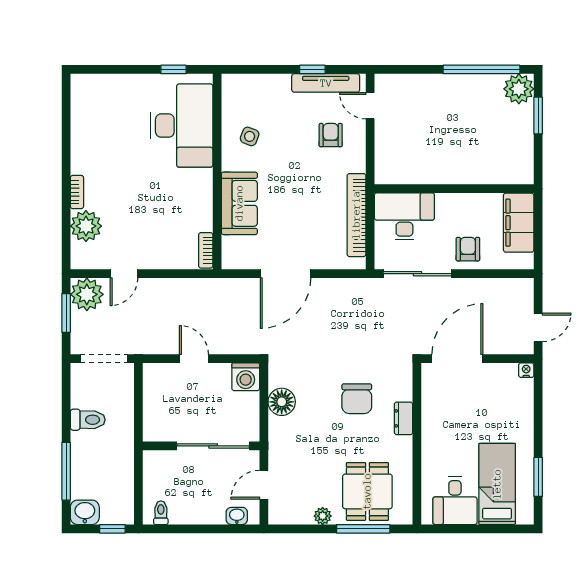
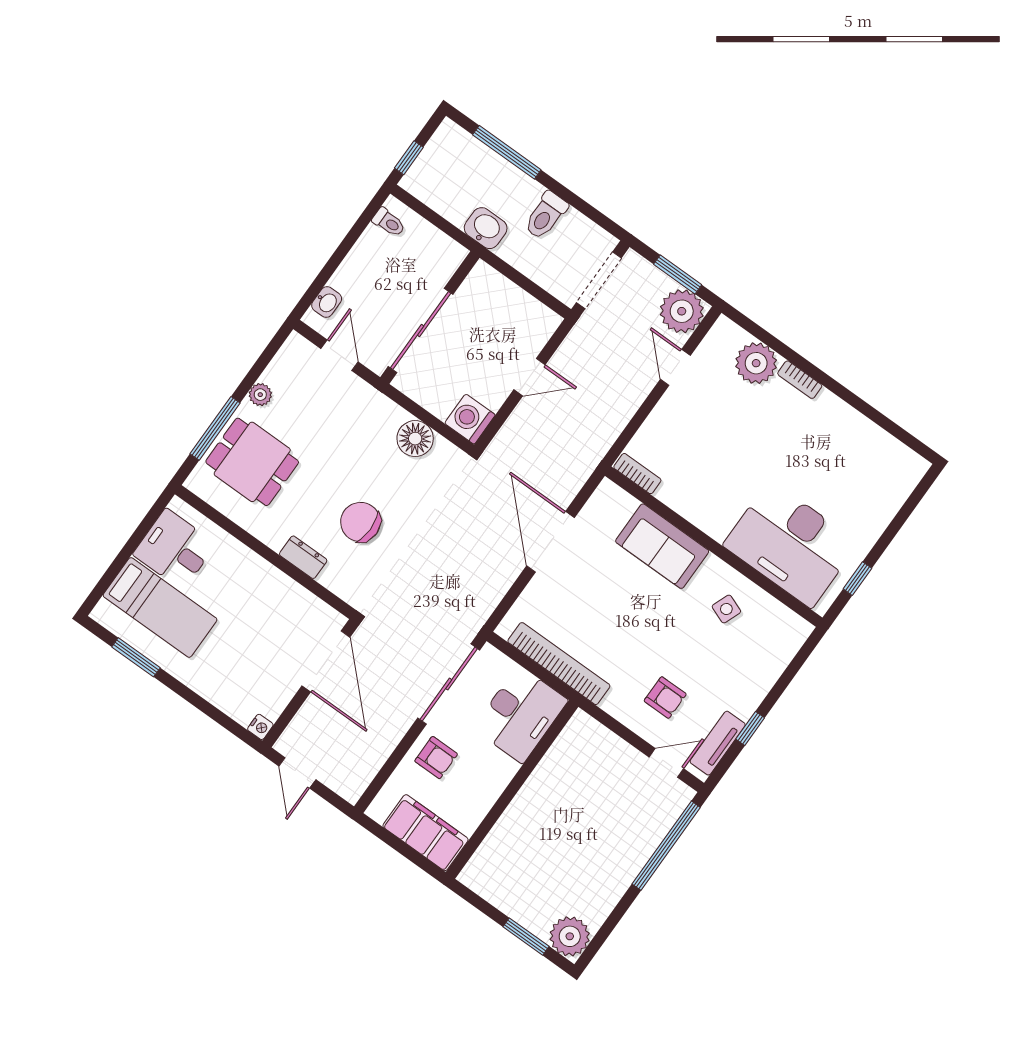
window: (481, 69) -> (666, 846), moved
tv unit: (326, 83) -> (718, 743), width x0.71
washbasin: (85, 512) -> (486, 228), moved, turned -90

